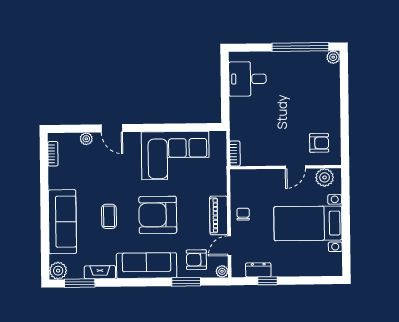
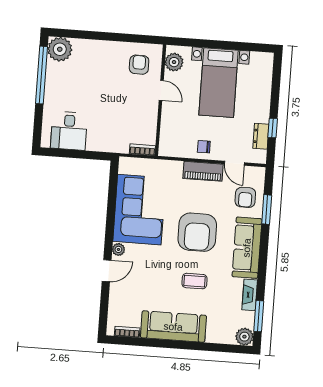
plant: (333, 57) -> (60, 49), width x1.88, depth x1.88
plant: (86, 139) -> (118, 249), moved
sofa: (62, 222) -> (173, 327), moved
plant: (222, 271) -> (259, 173), removed

